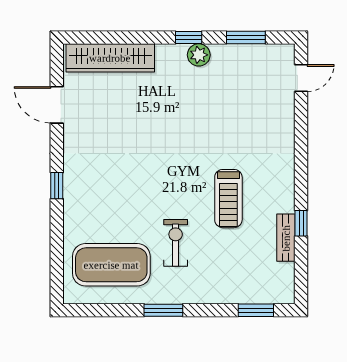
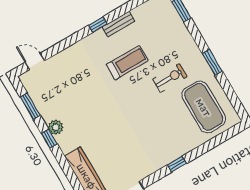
window: (301, 223) -> (98, 25), moved
bench: (286, 238) -> (118, 24), moved
exercise bike: (176, 243) -> (170, 78), turned 180

